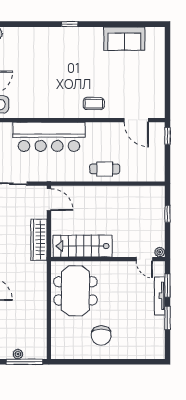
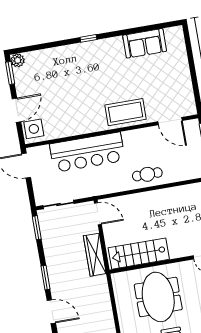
coffee table: (94, 104) -> (126, 112), width x1.86, depth x1.72
meeting table: (75, 291) -> (158, 297), moved

